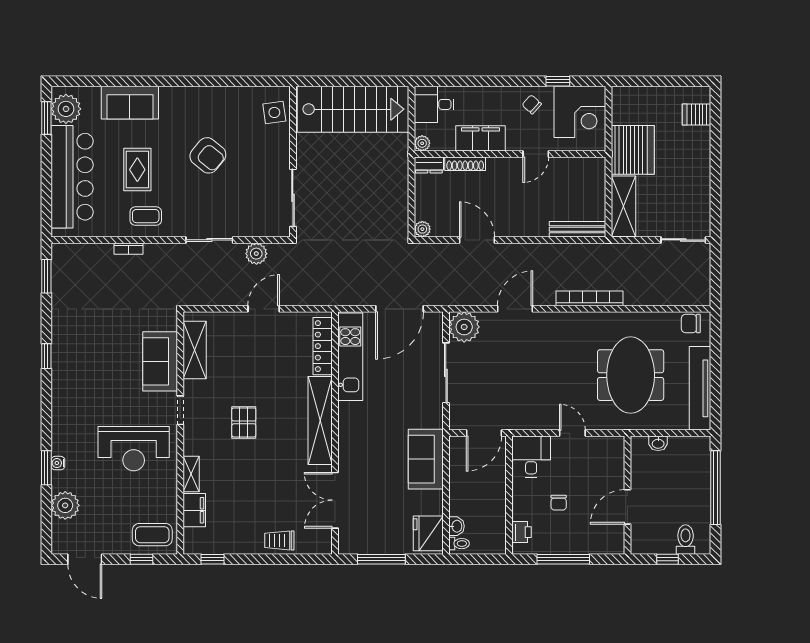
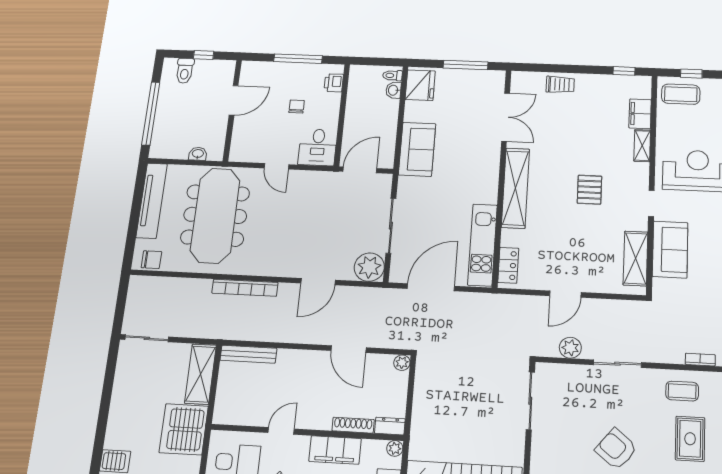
locker: (323, 346) -> (508, 265), width x0.66
meeting table: (631, 375) -> (215, 215), width x1.36

